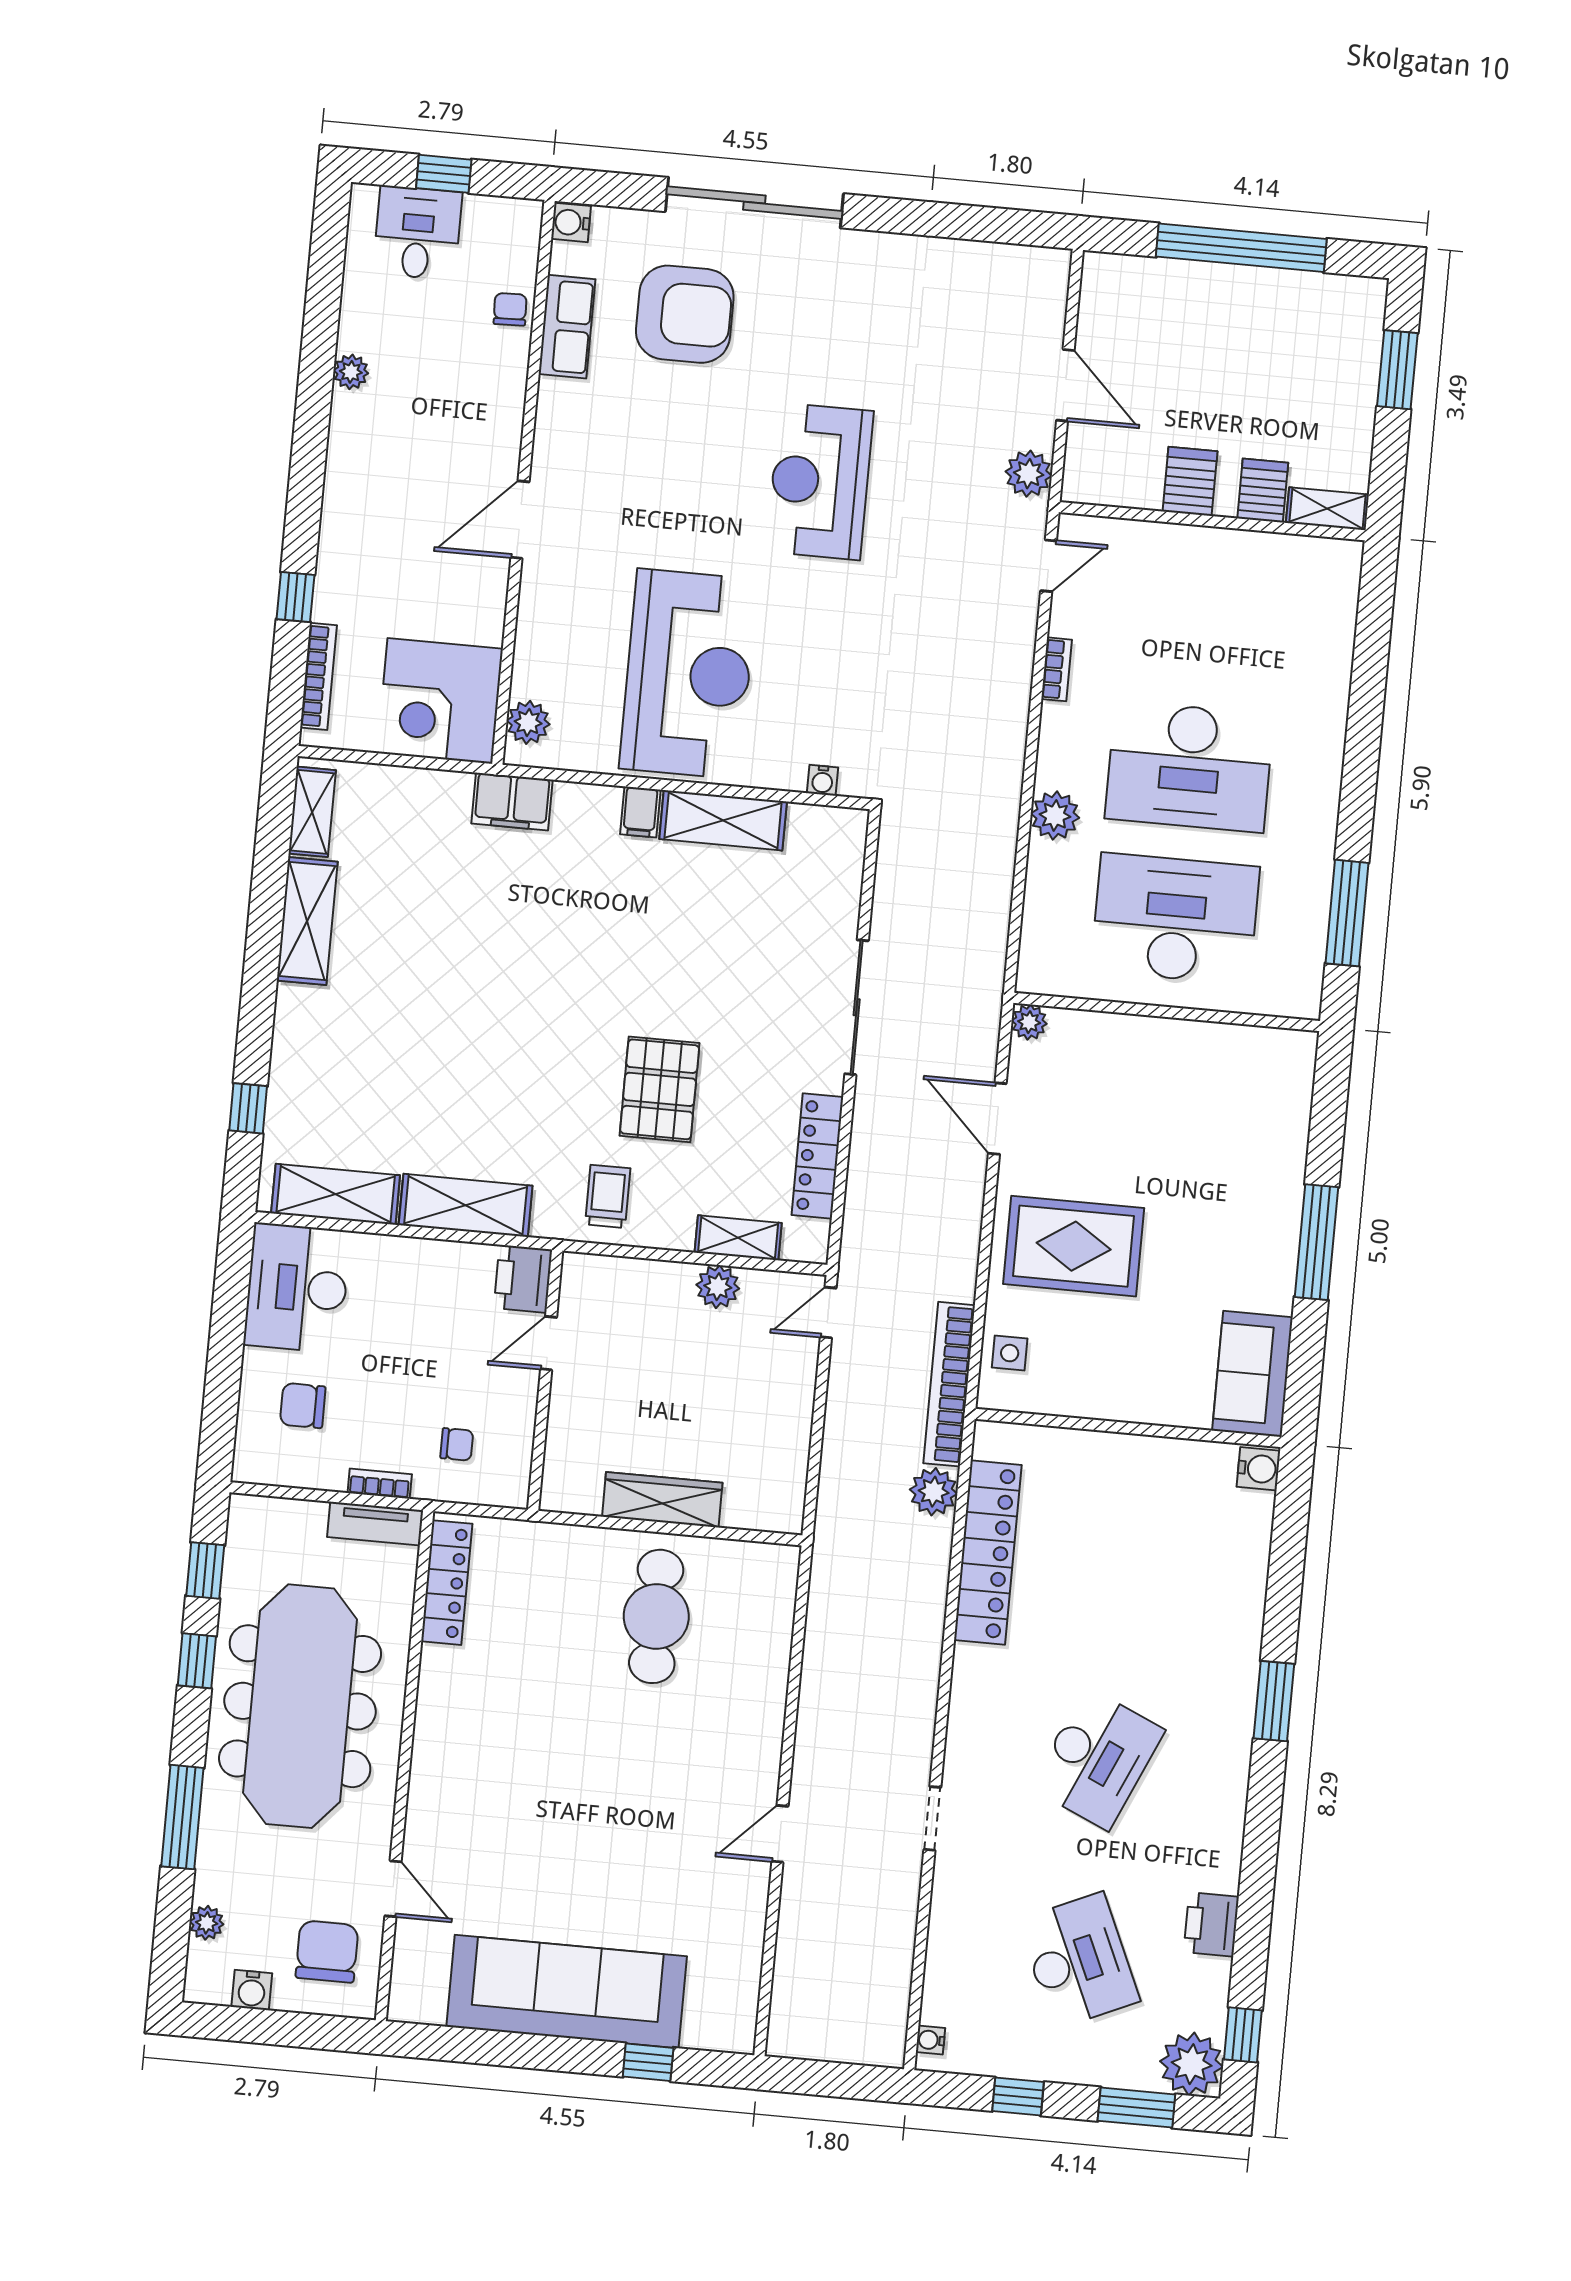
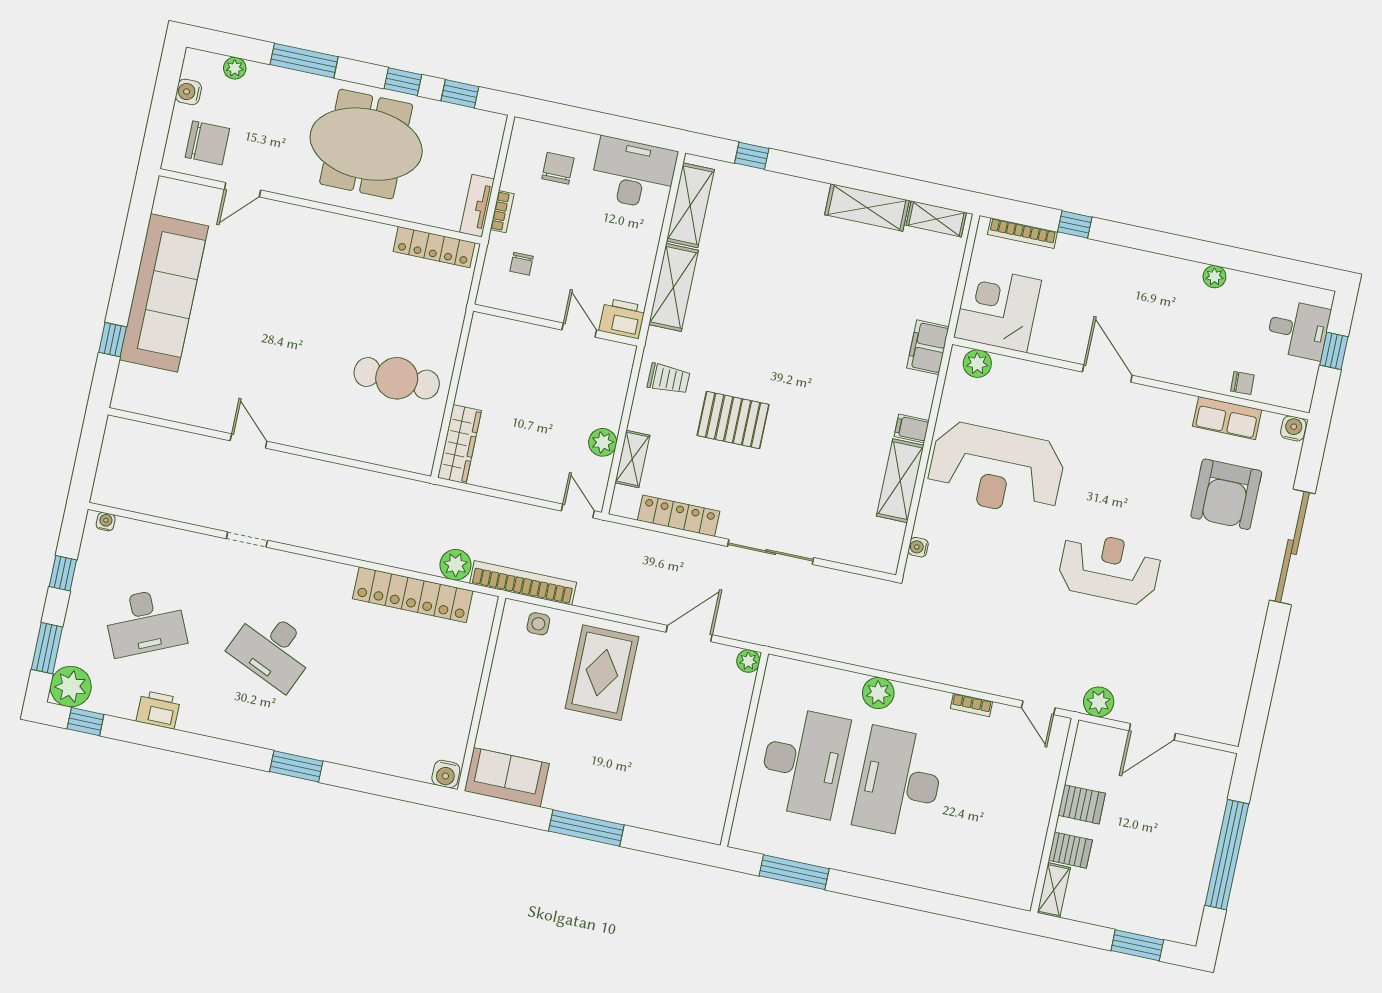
wardrobe: (662, 1500) -> (459, 444), moved
meeting table: (300, 1706) -> (366, 144), width x0.73

